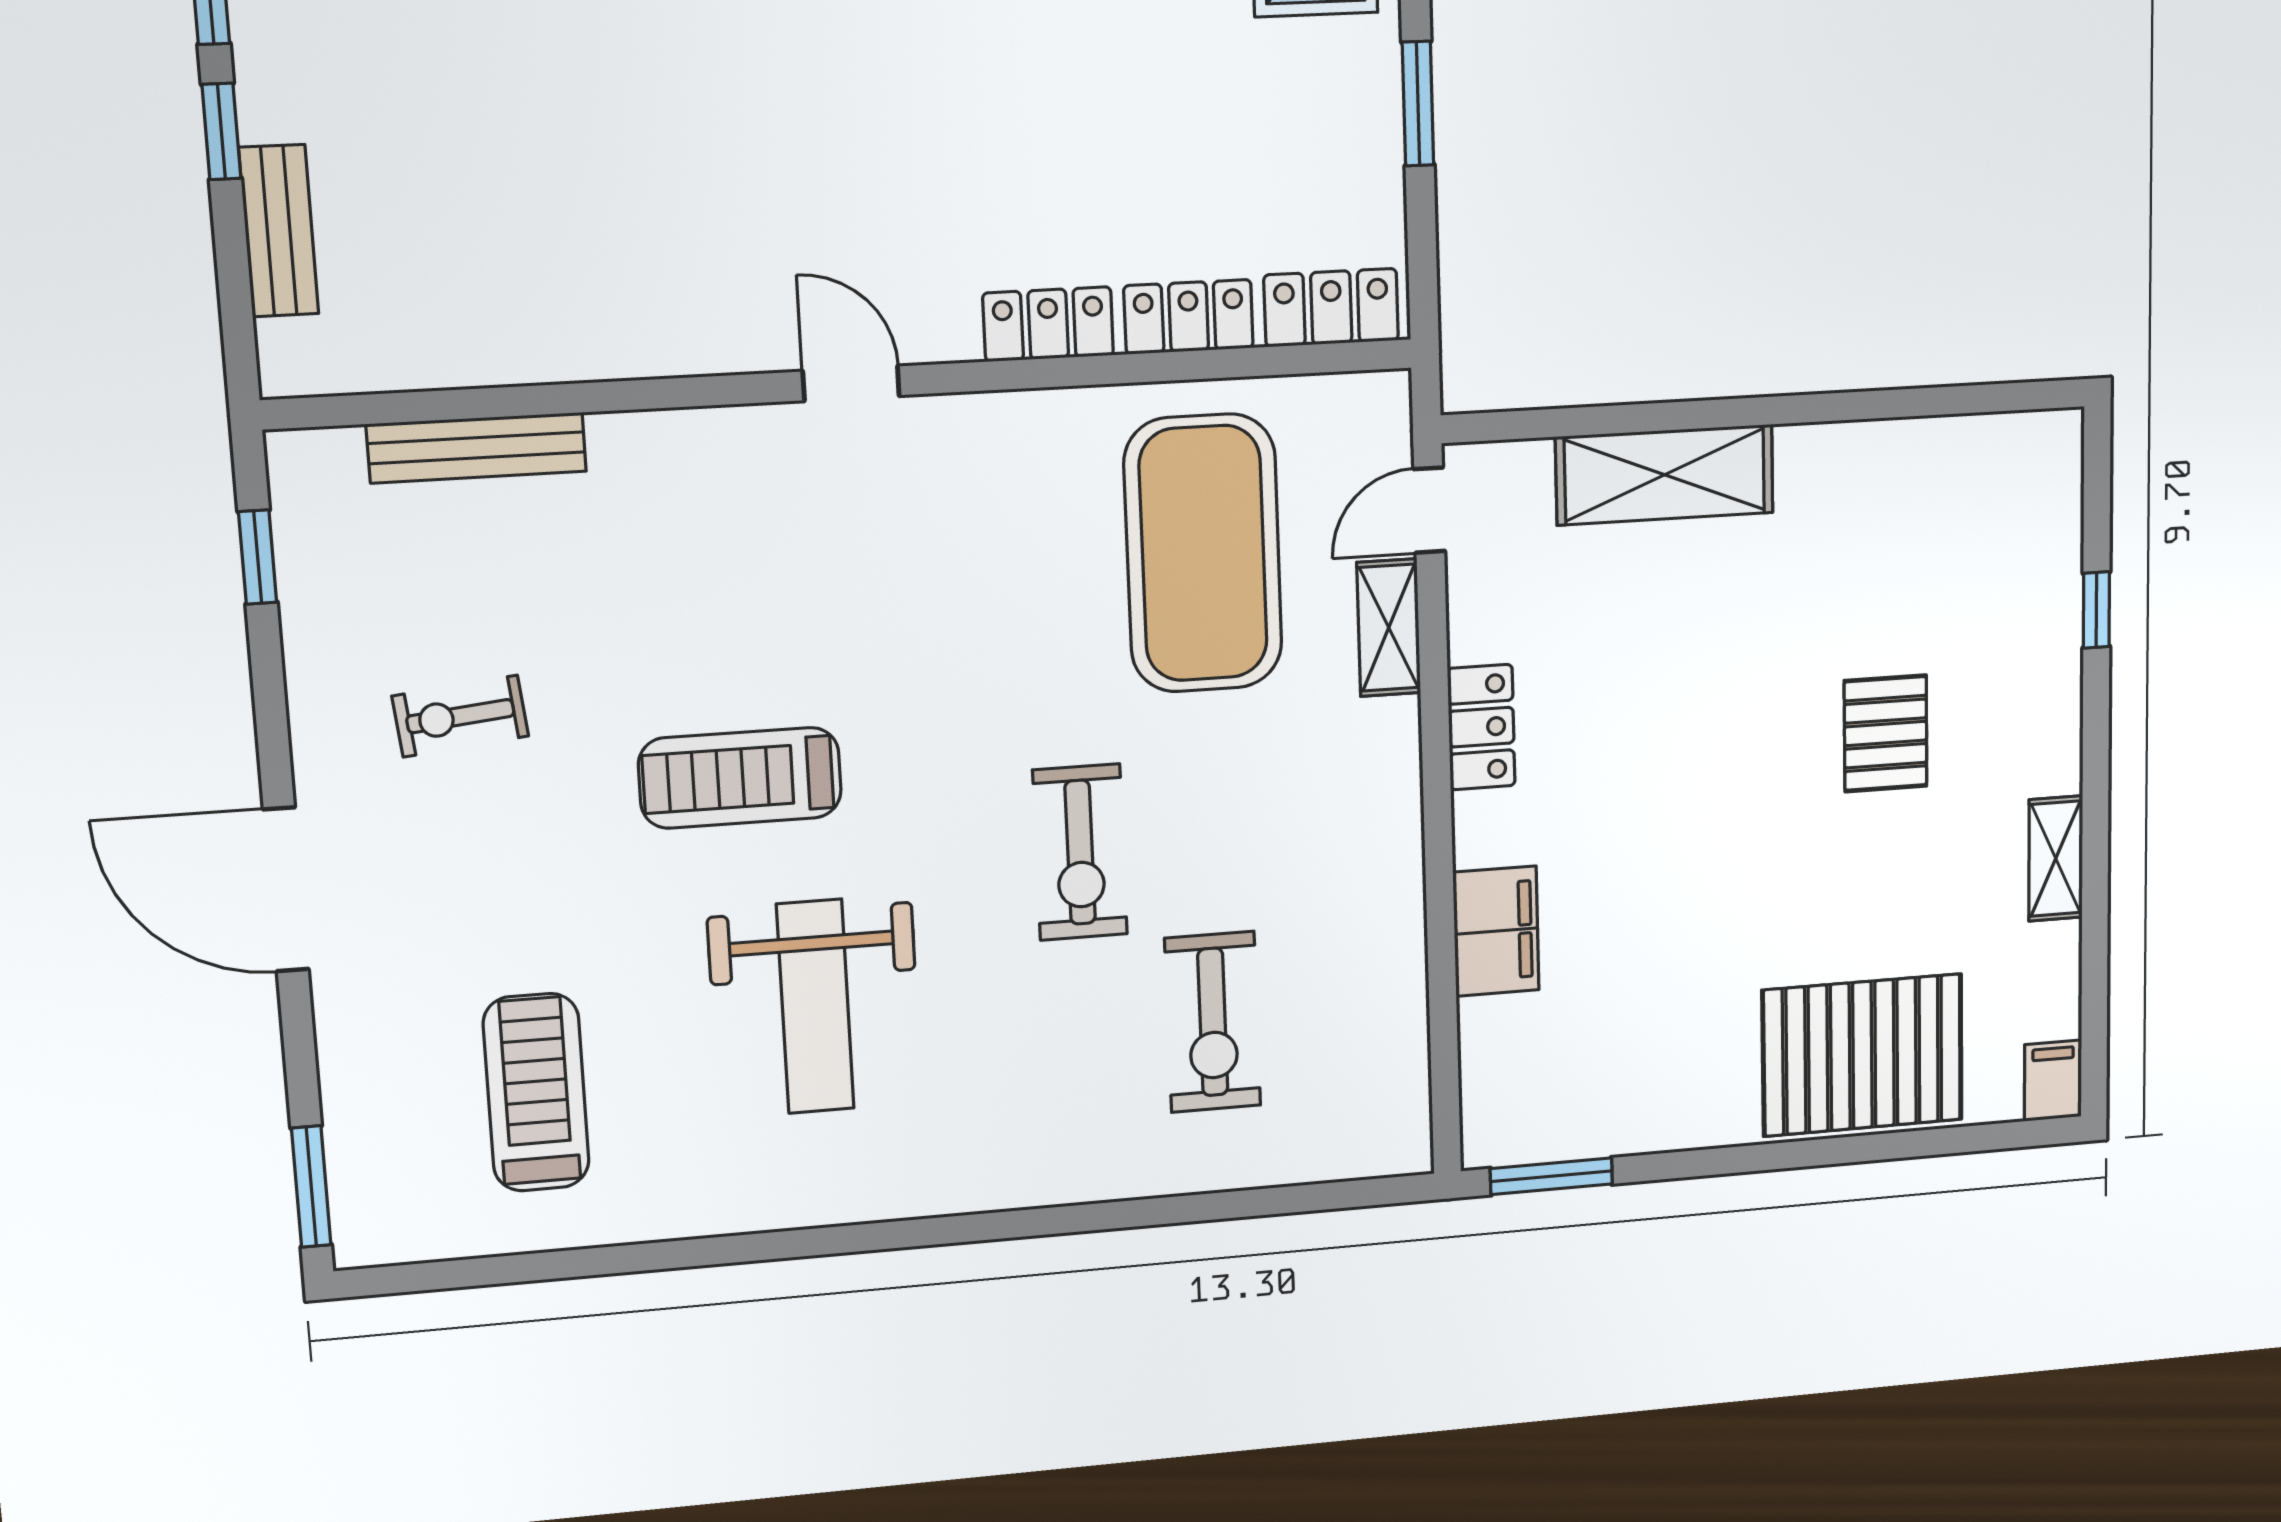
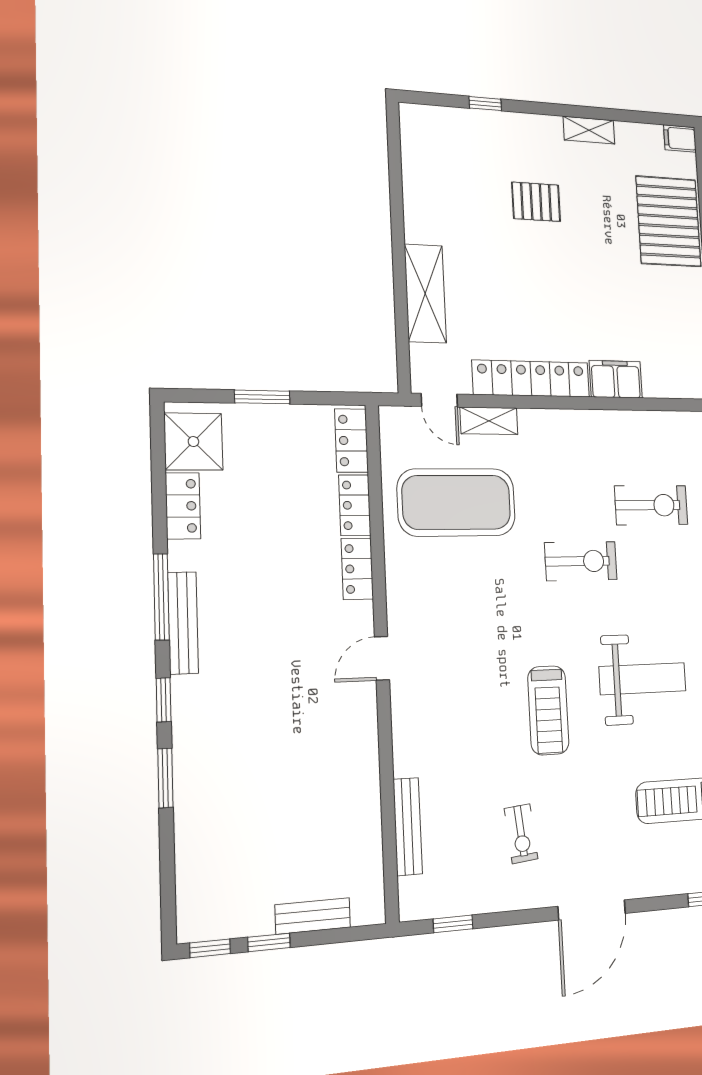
locker: (1481, 727) -> (531, 379), width x2.16, depth x1.21

